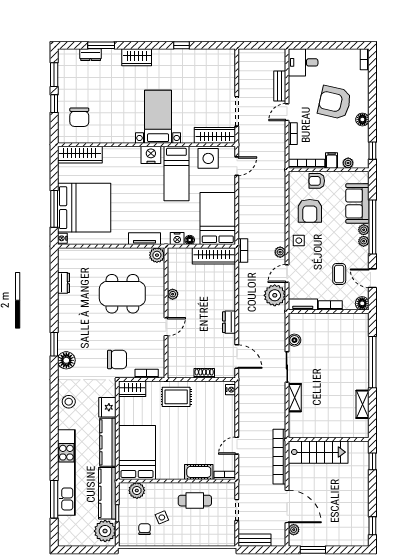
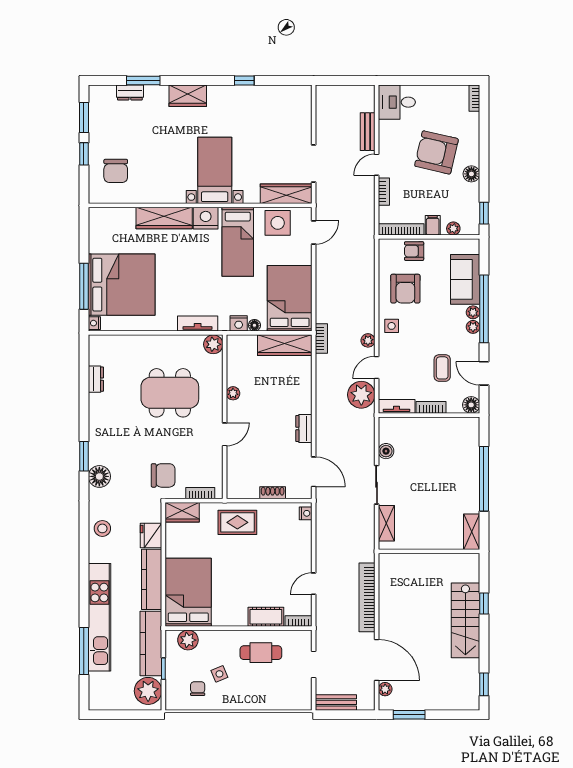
wardrobe: (80, 155) -> (164, 218), moved
wall: (329, 439) -> (429, 551), moved
stairs: (318, 452) -> (465, 620), moved, turned 90

